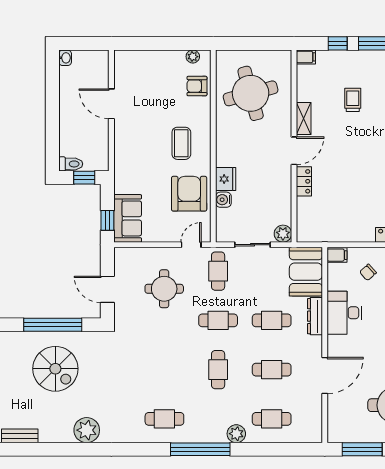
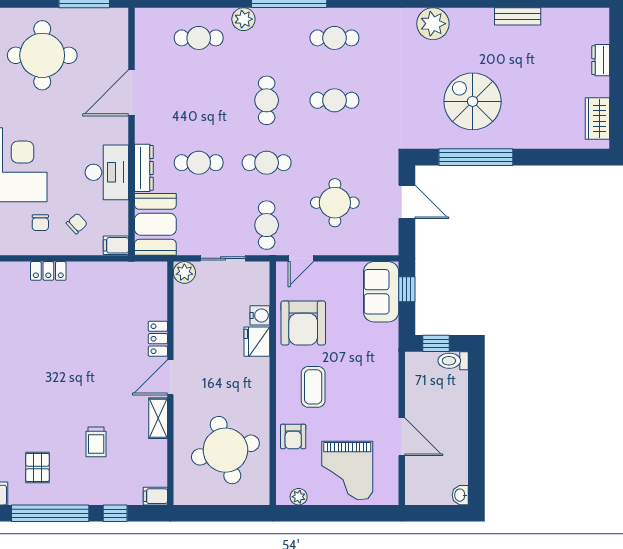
grand piano: (154, 77) -> (347, 471), added
armchair: (197, 86) -> (293, 437), moved, turned 90
cafe table: (272, 370) -> (334, 100), moved

